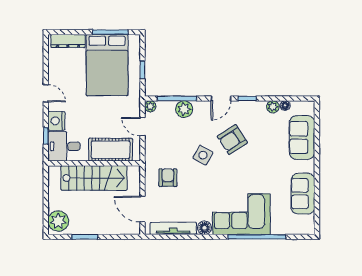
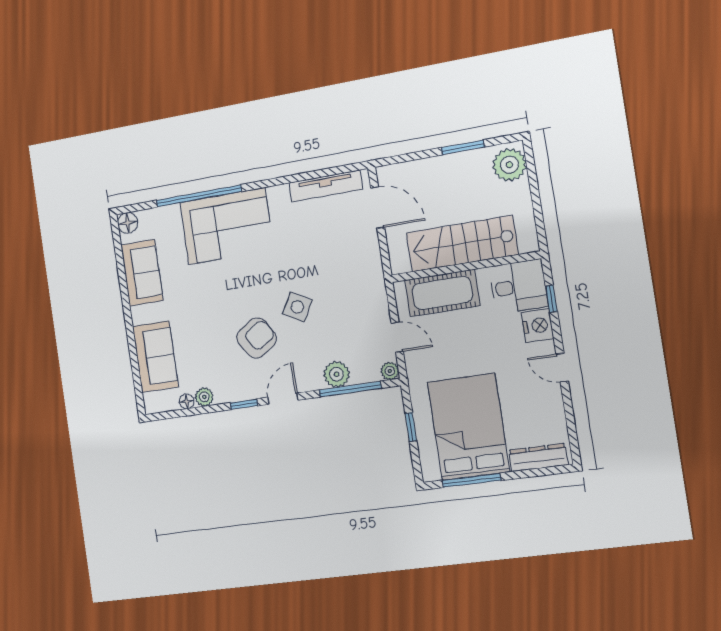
armchair: (168, 178) -> (346, 263), removed
floor lamp: (204, 228) -> (128, 223), moved

